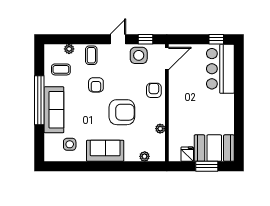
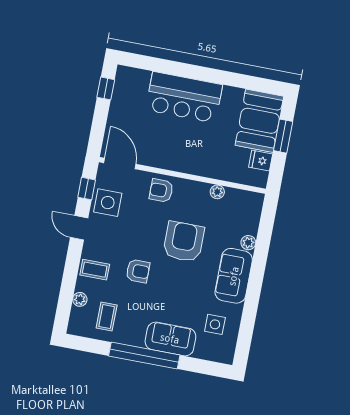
bar counter: (220, 69) -> (184, 97), moved
sofa: (54, 110) -> (170, 339), width x0.73
plant: (145, 156) -> (248, 243), moved

